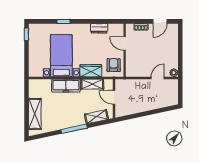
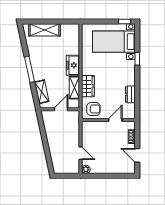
bed with nightstands: (61, 56) -> (114, 42), moved, turned 180
freezer: (66, 86) -> (73, 65), width x0.71

